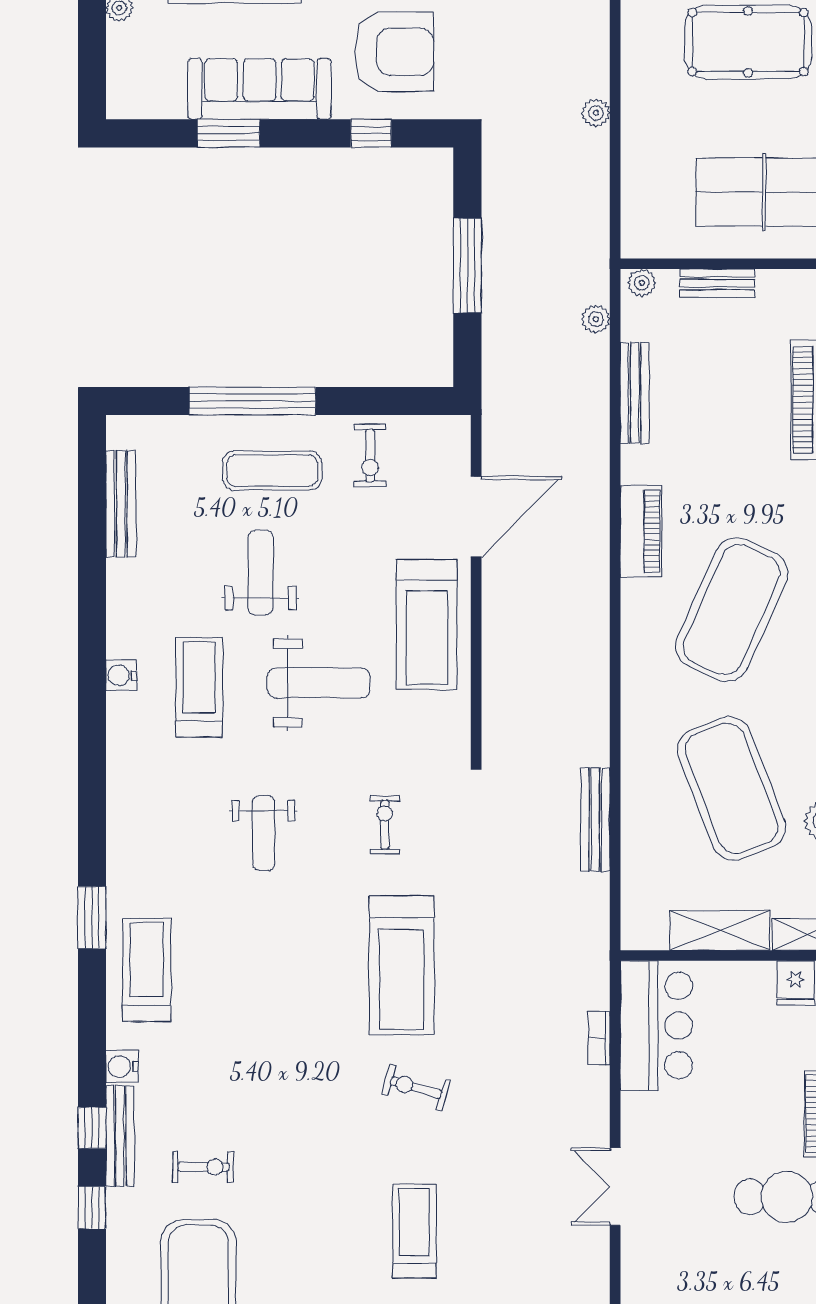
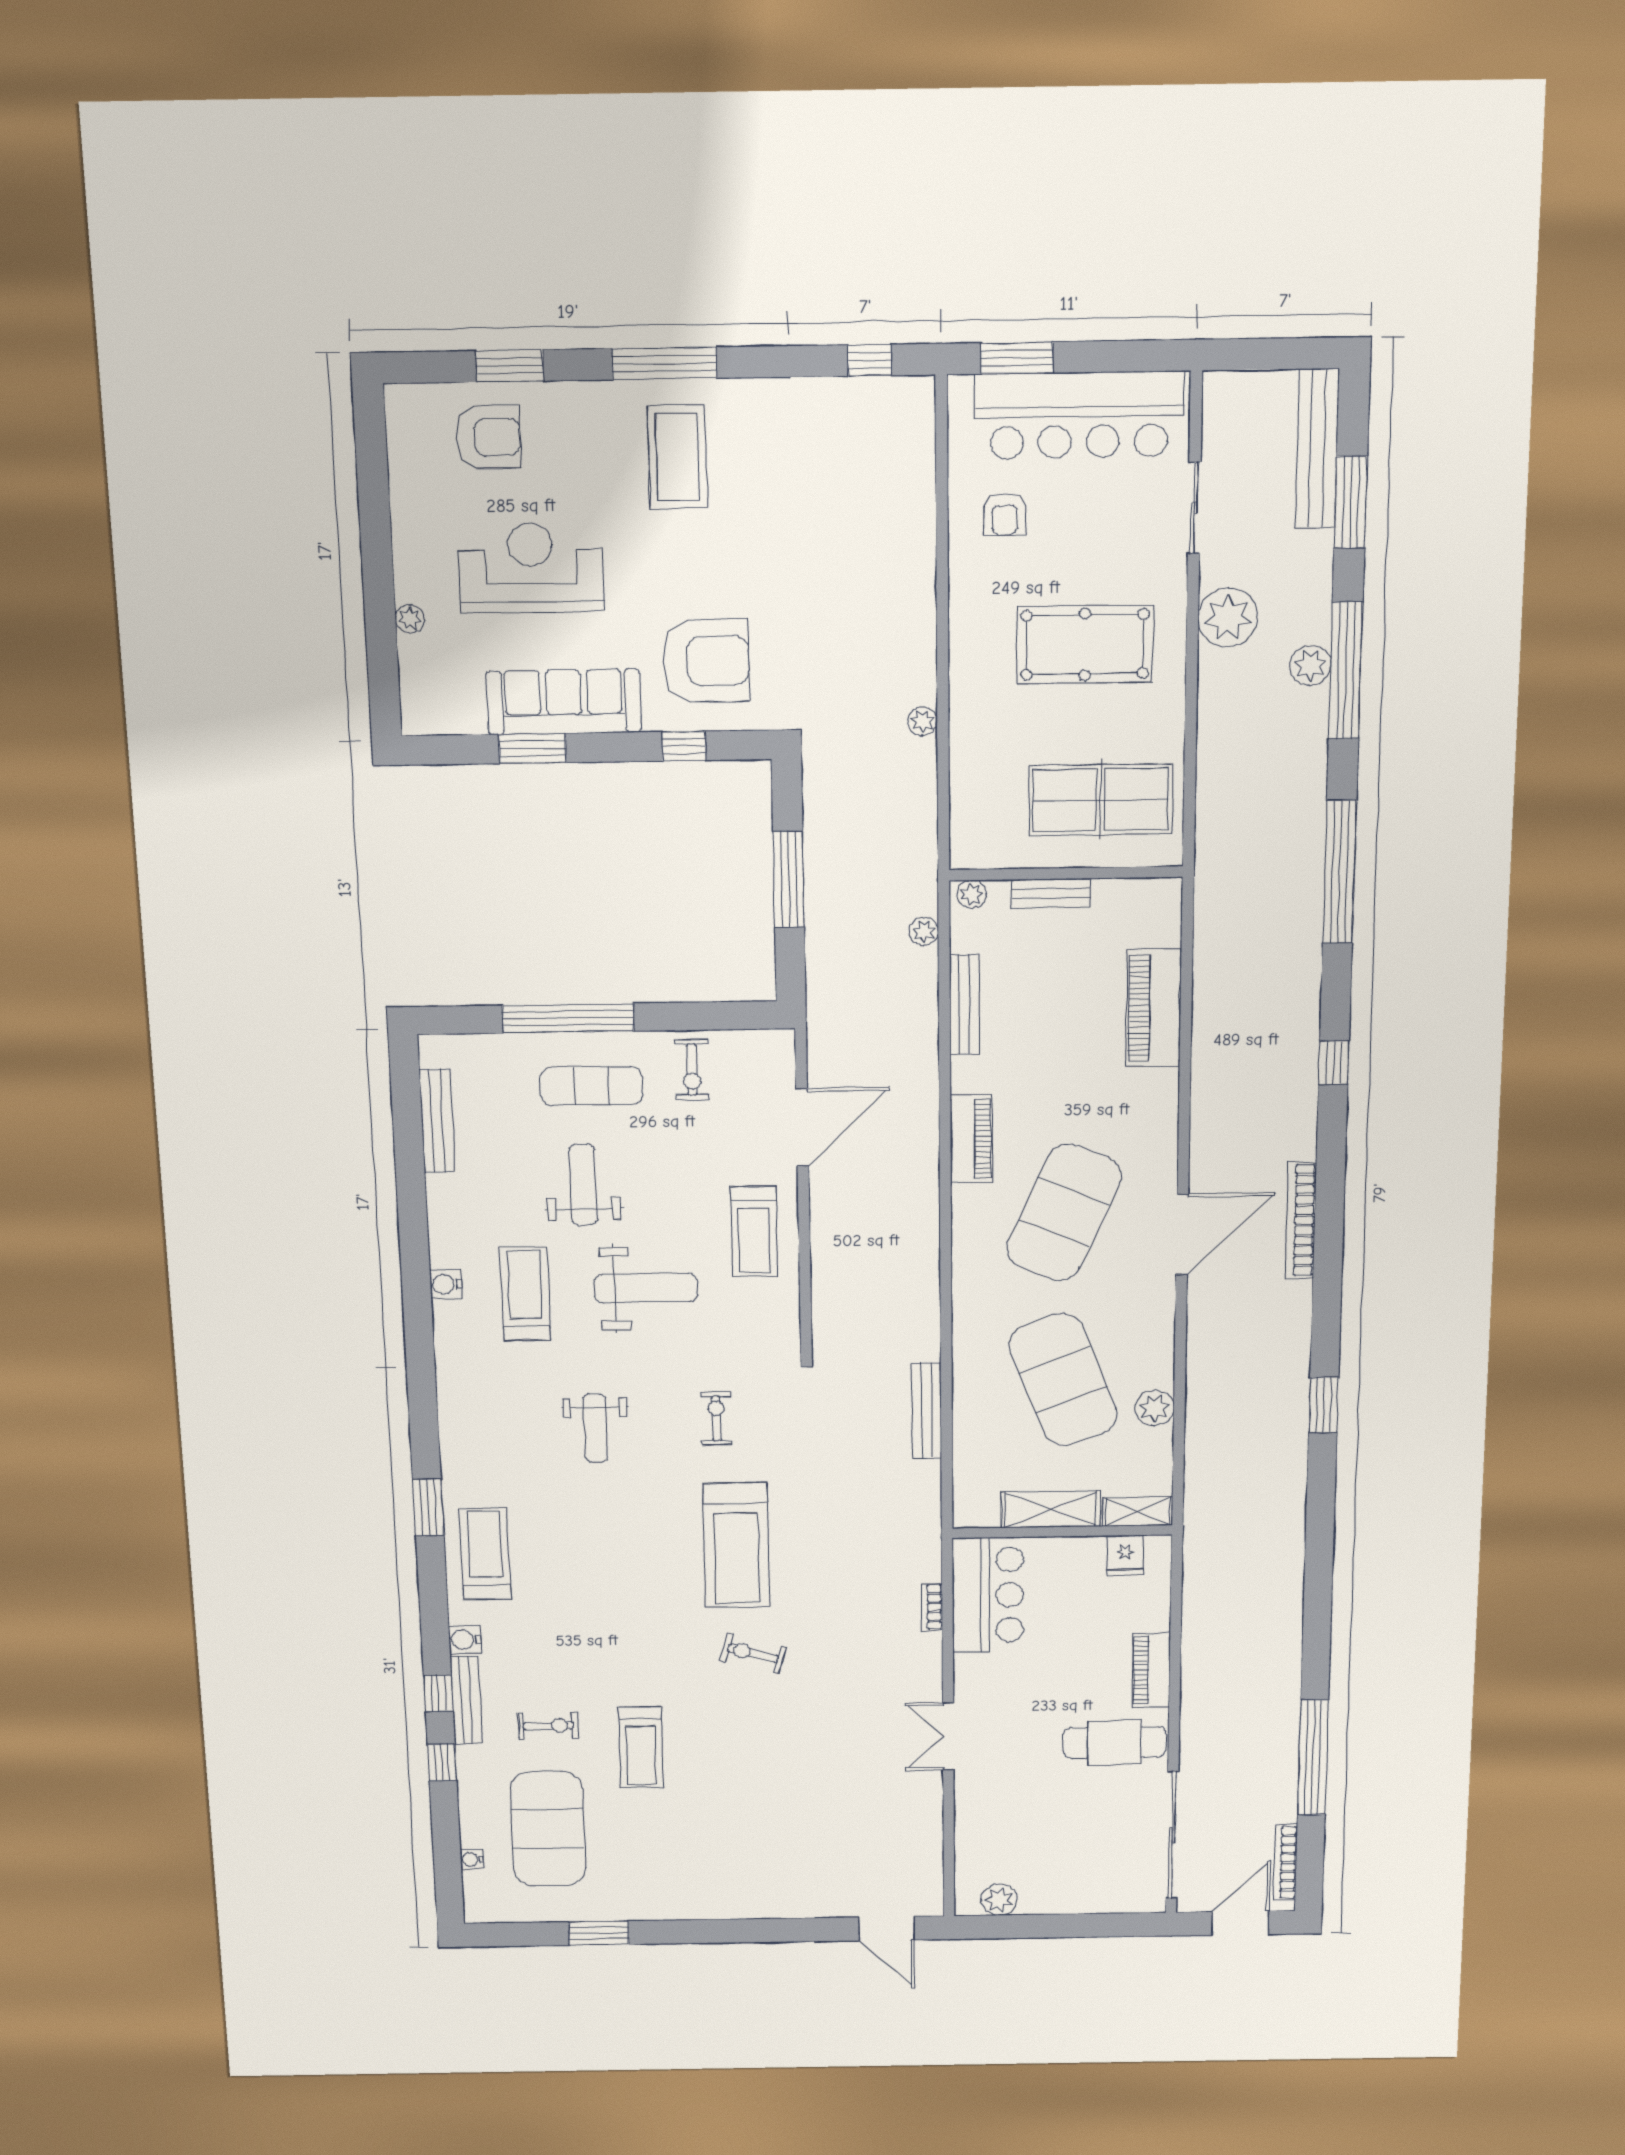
treadmill: (427, 625) -> (754, 1231), width x0.73, depth x0.73
treadmill: (414, 1231) -> (641, 1747), moved, turned 180

